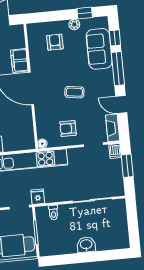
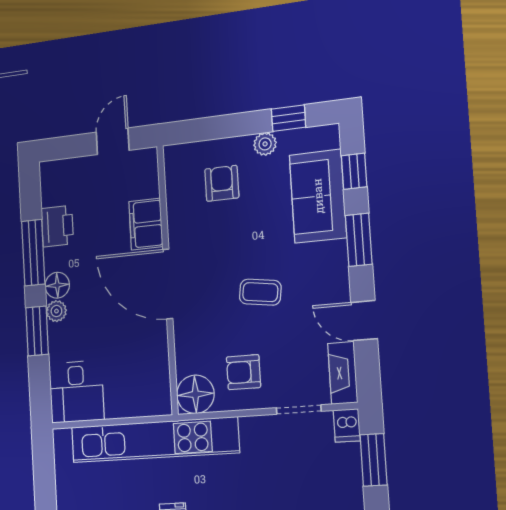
window: (118, 69) -> (359, 240), width x0.69
floor lamp: (42, 144) -> (195, 394), width x1.89, depth x1.89

